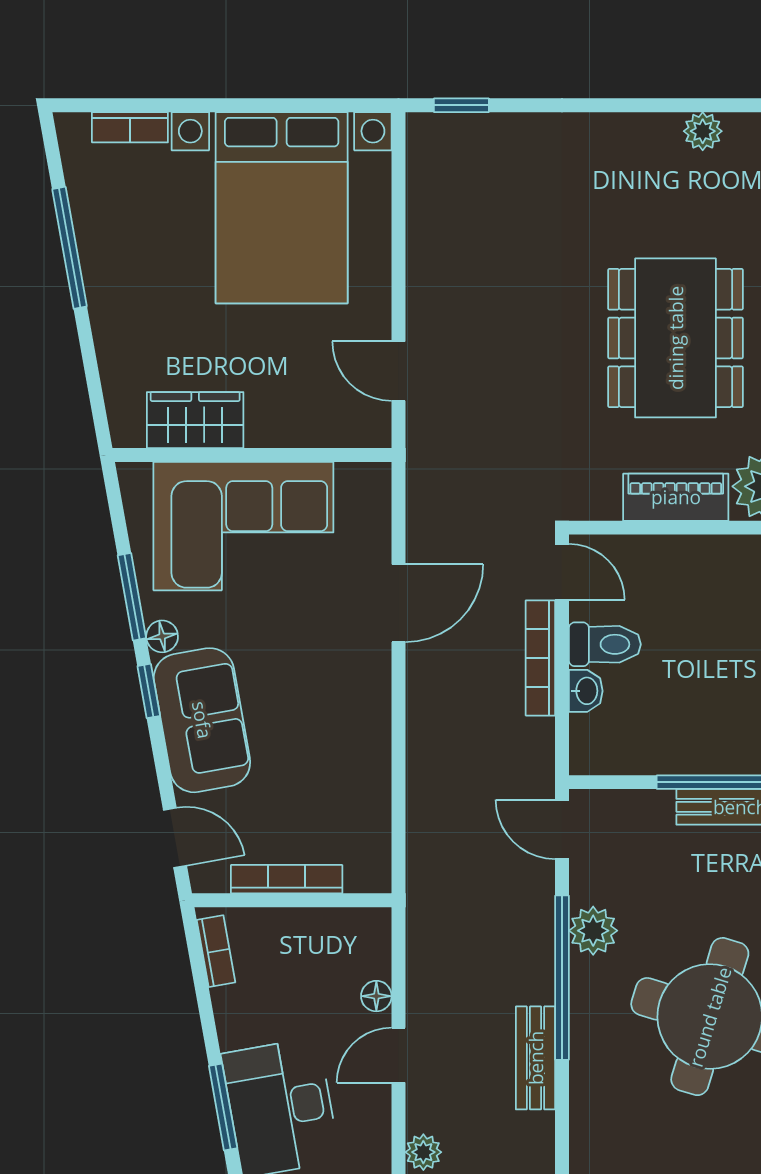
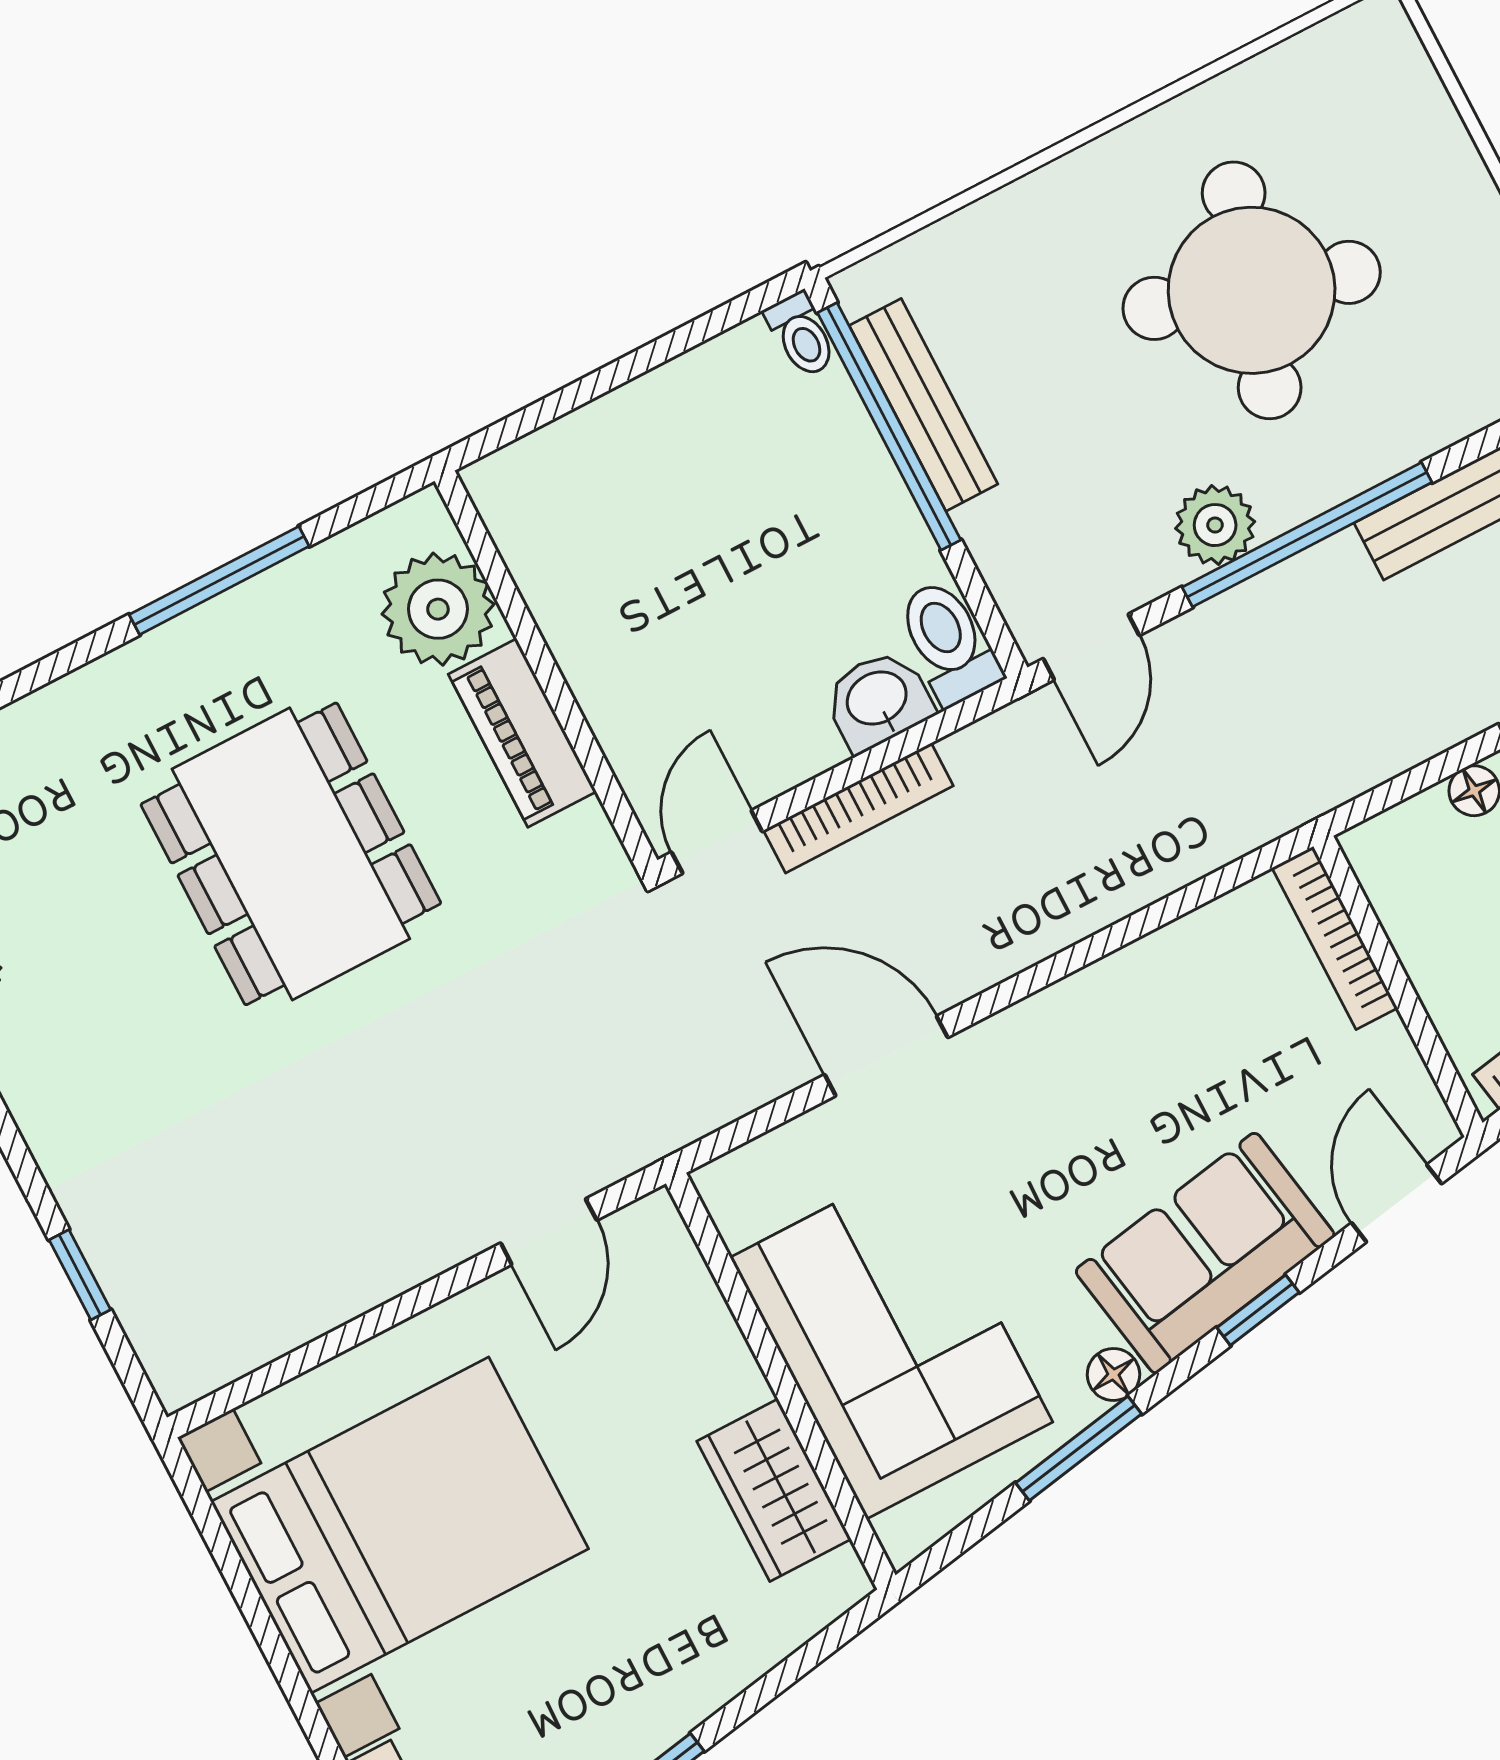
window: (461, 105) -> (80, 1275), moved
dining table: (676, 338) -> (291, 854), turned 90
toilet: (605, 644) -> (948, 642), moved
window: (149, 691) -> (1258, 1310), moved
washbasin: (586, 691) -> (878, 700), width x1.38, depth x1.45
bookcase: (287, 879) -> (1335, 938), moved

